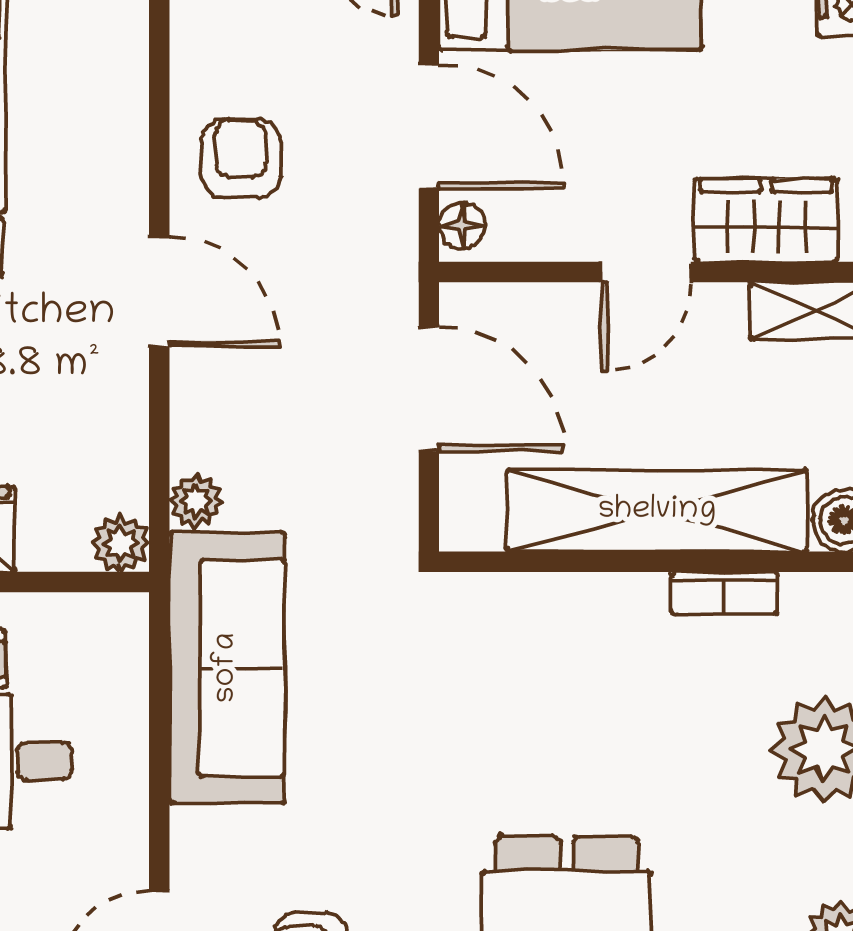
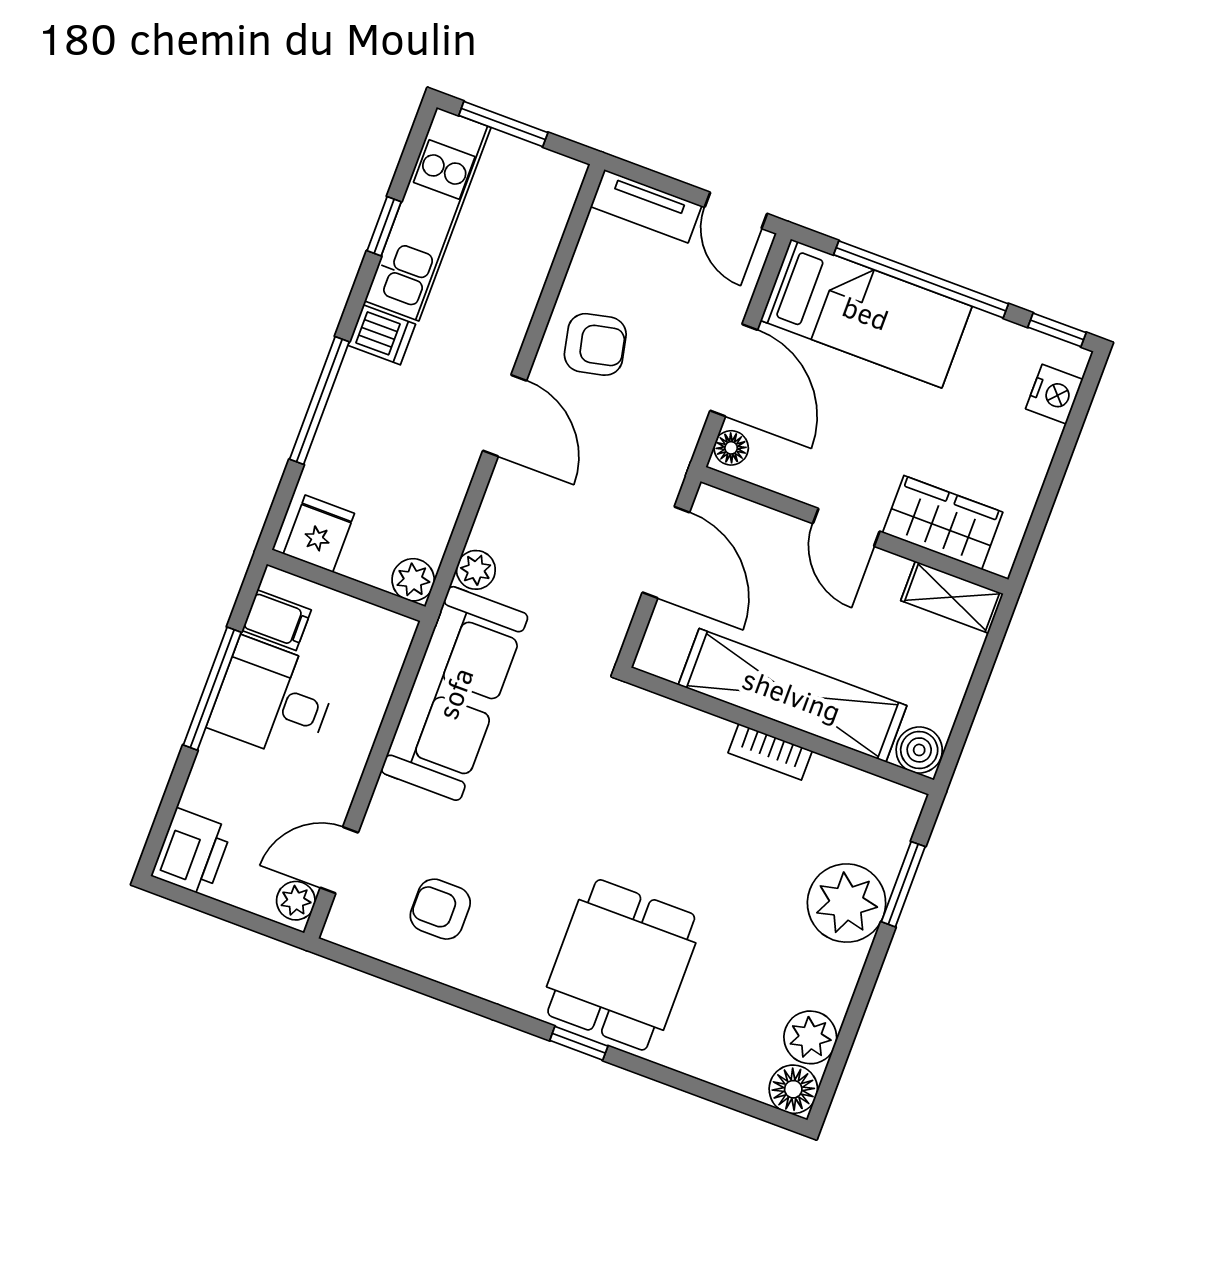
armchair: (241, 158) -> (595, 344), turned 78
door: (646, 272) -> (846, 527), hinge flipped
bookcase: (724, 593) -> (770, 752), moved

